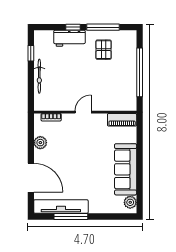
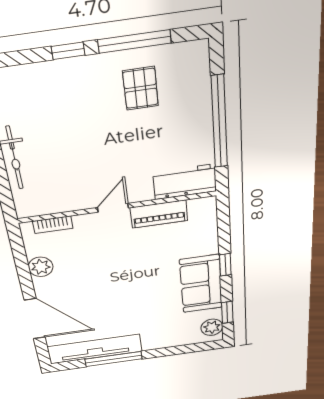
workbench: (69, 38) -> (185, 182), moved, turned 180
piano: (122, 120) -> (159, 214), moved
window: (140, 158) -> (225, 265), added
sofa: (126, 169) -> (201, 284), width x0.73
window: (140, 193) -> (227, 312), added

